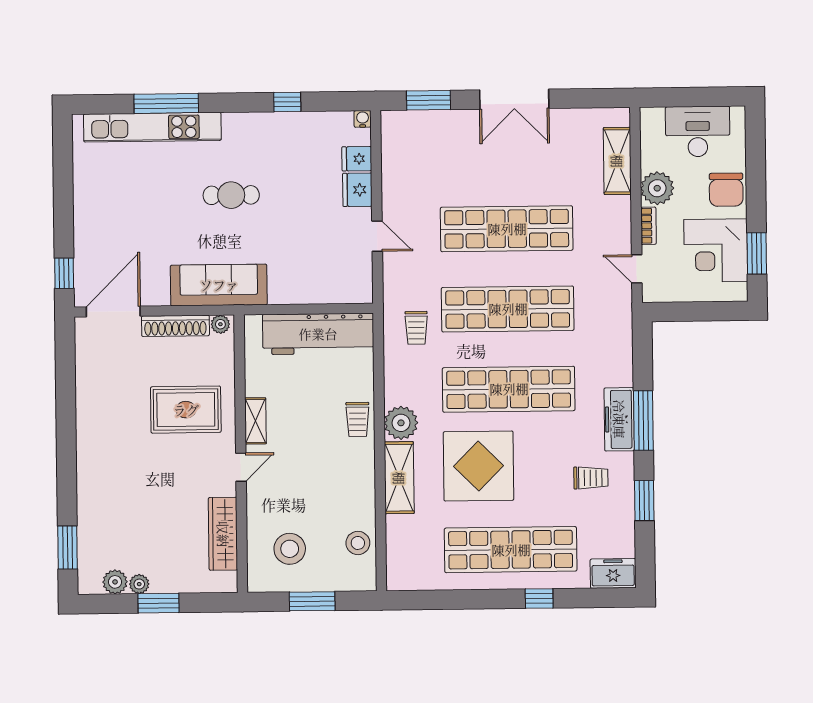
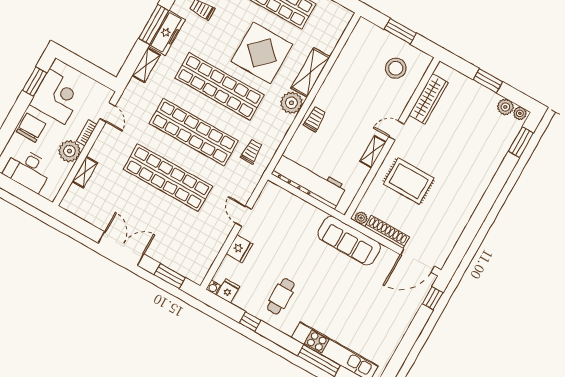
fridge: (357, 159) -> (228, 291), moved, turned -90
shelving: (617, 161) -> (85, 172), width x0.67, depth x0.75
cafe table: (231, 195) -> (281, 296), moved, turned 90
shelving: (622, 361) -> (146, 65), added
stool: (358, 543) -> (355, 49), removed
plant: (139, 584) -> (520, 113), moved

